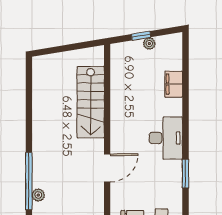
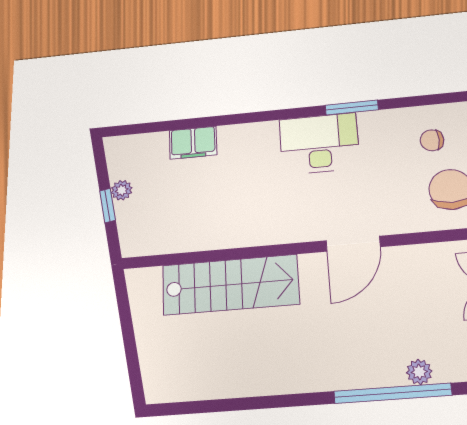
desk: (166, 138) -> (319, 144), moved
door: (107, 168) -> (353, 244), swing flipped

